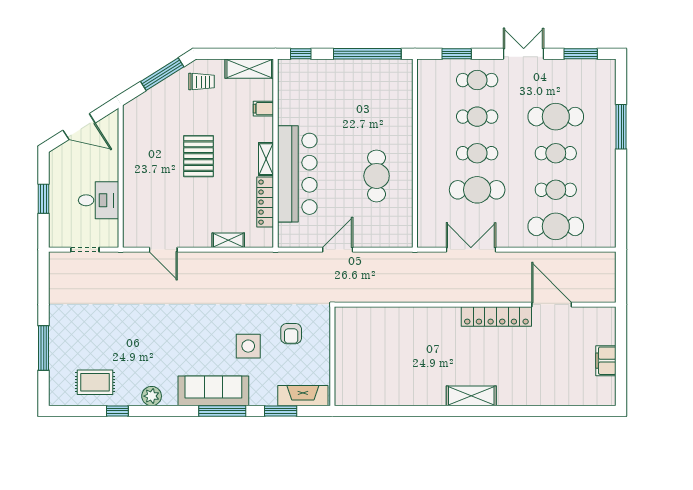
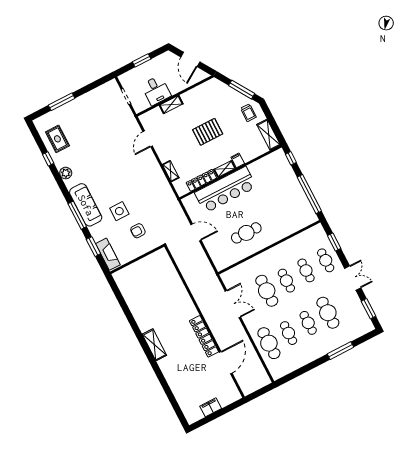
filing cabinet: (263, 109) -> (238, 160), moved
shelving: (131, 189) -> (171, 105), added

